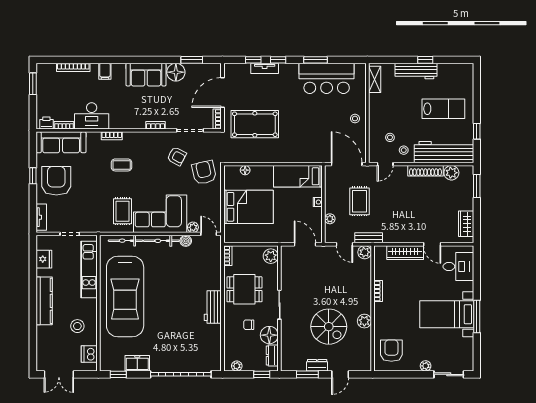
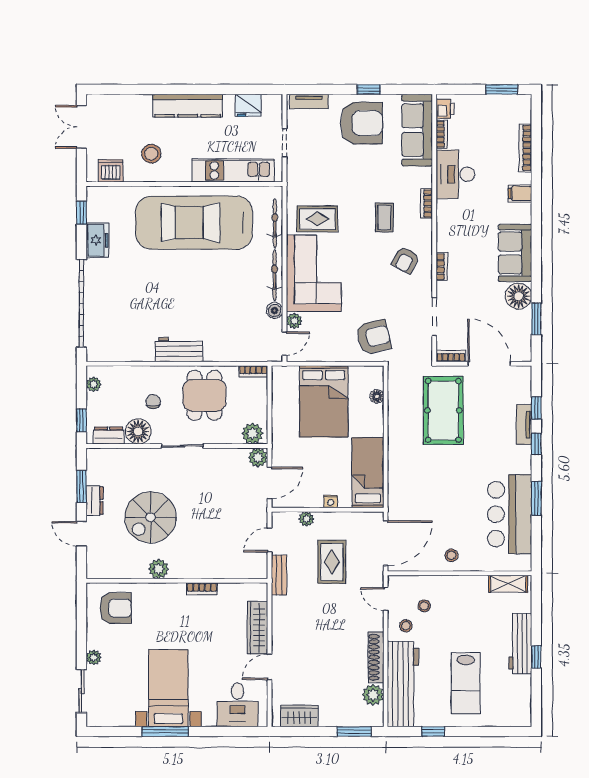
armchair: (177, 156) -> (406, 260), moved
rug: (359, 201) -> (332, 562), turned 90
plant: (365, 252) -> (258, 458), moved

